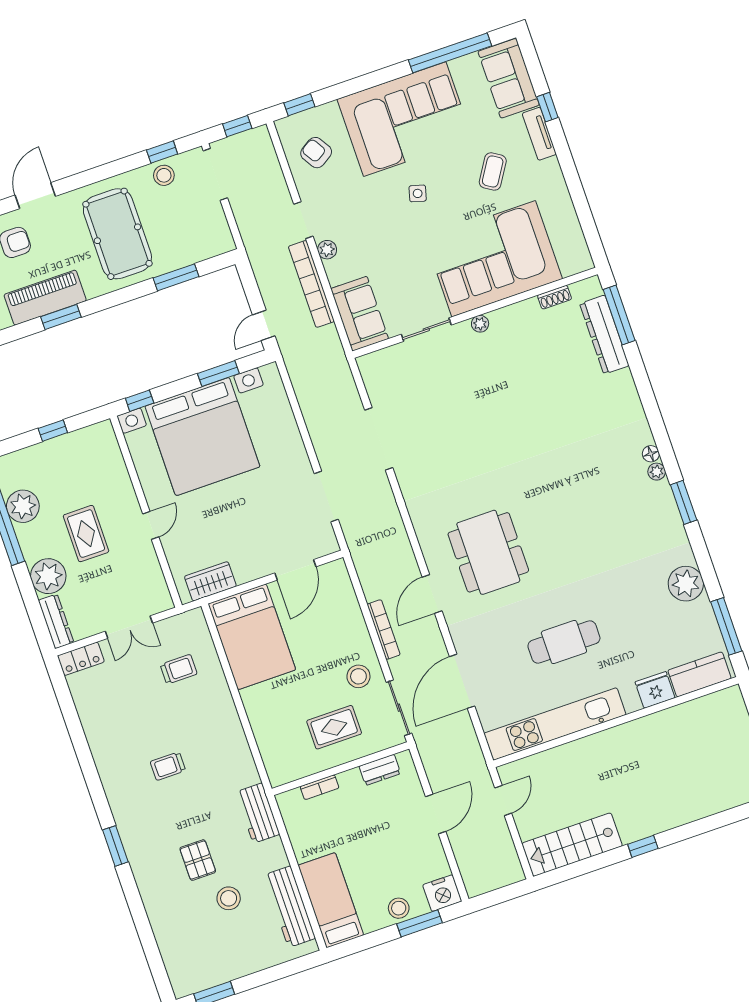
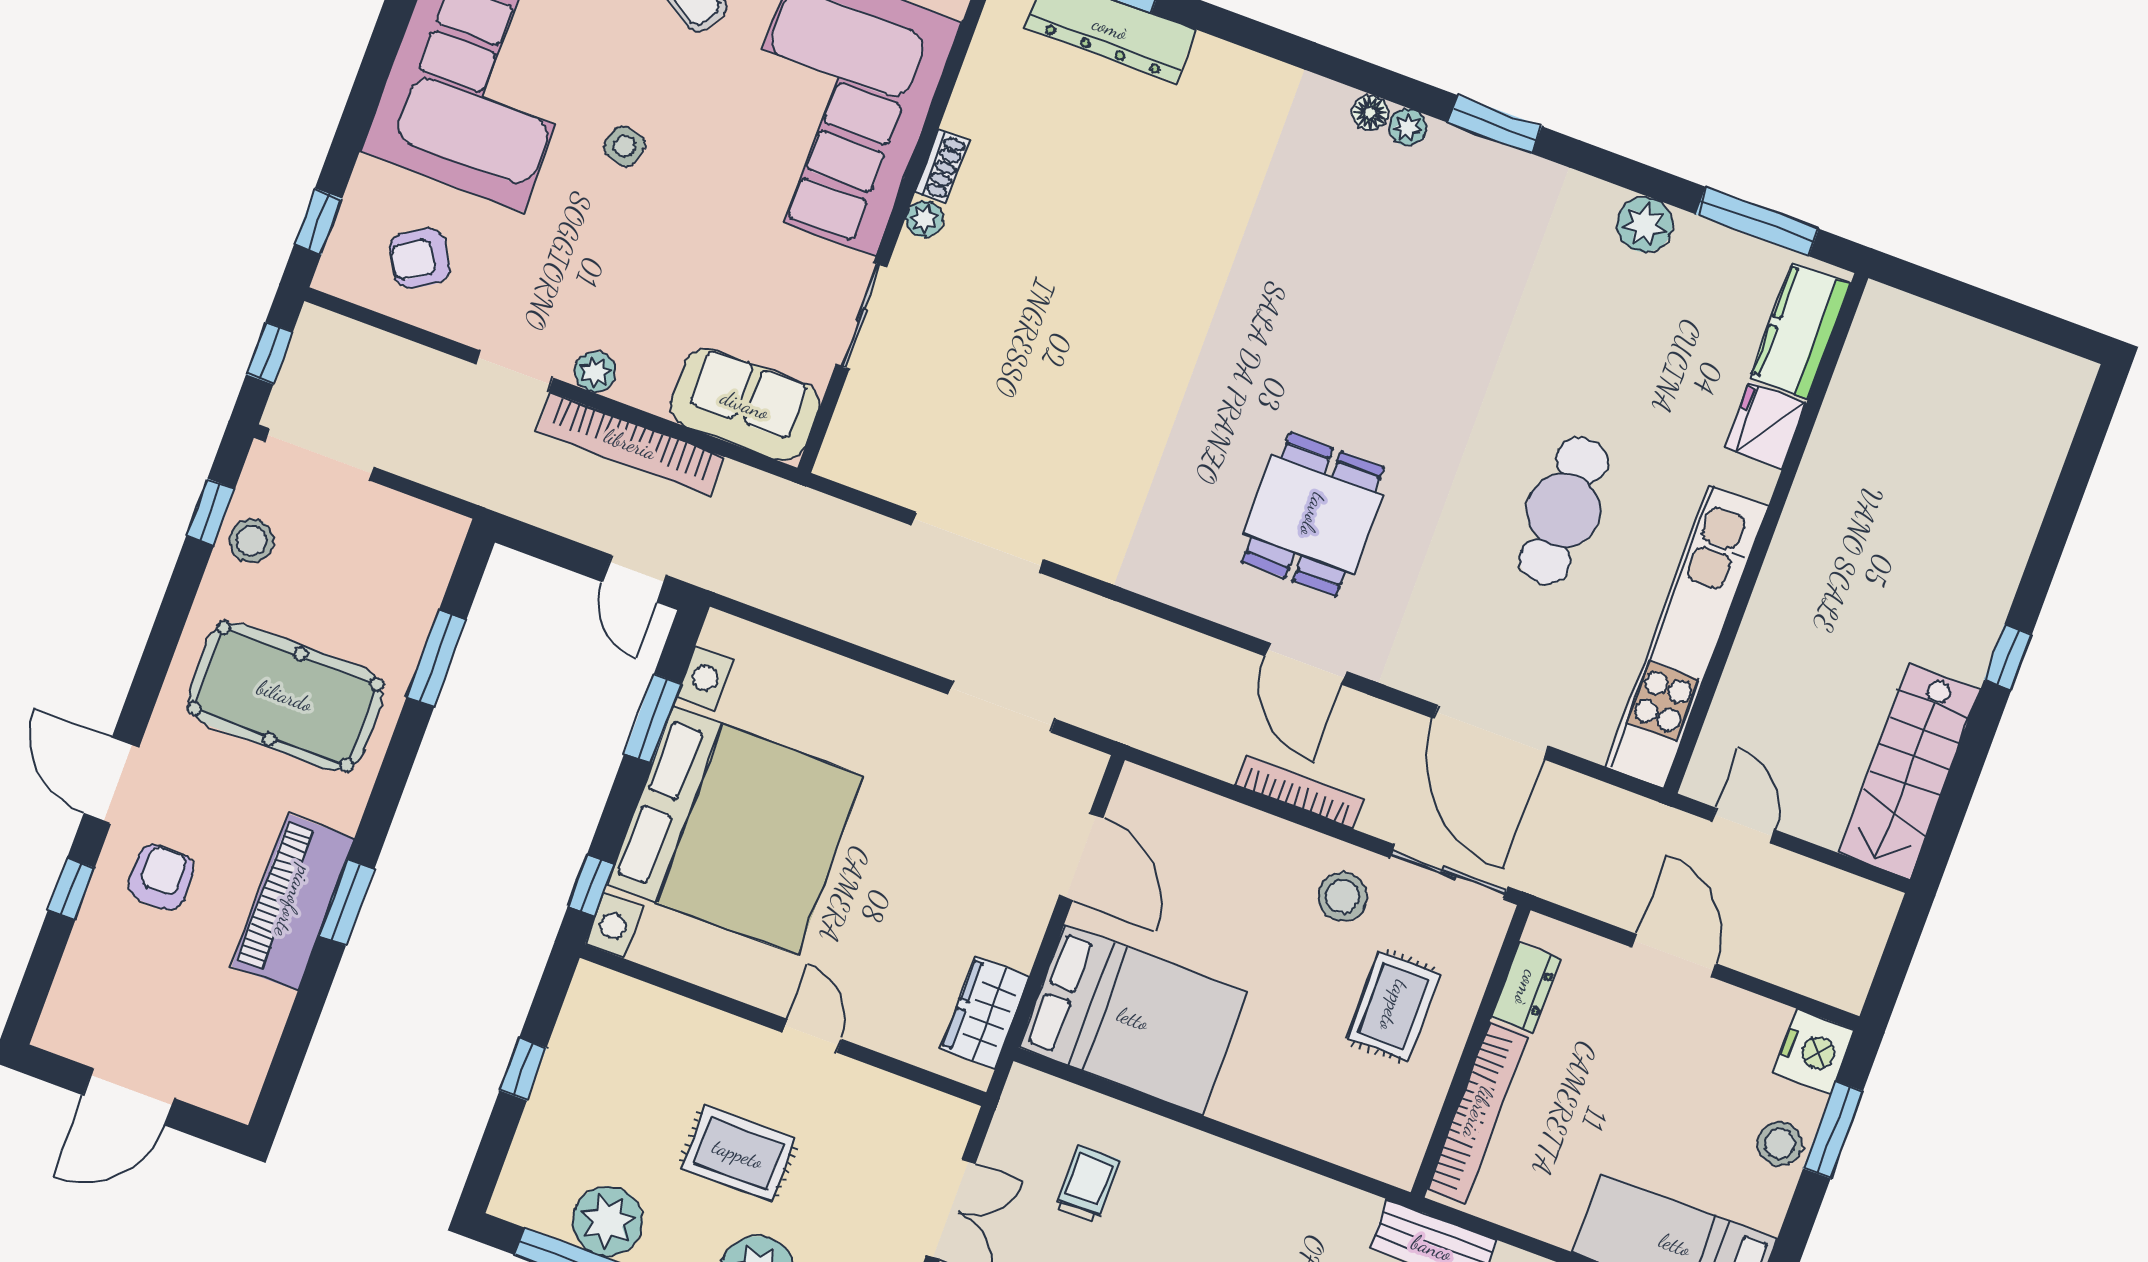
shoe rack: (555, 297) -> (942, 166), moved
dining table: (488, 552) -> (1313, 515), width x0.73
plant: (686, 584) -> (1645, 225), width x0.73, depth x0.73
bookcase: (320, 787) -> (1478, 1113), width x2.31, depth x1.31

